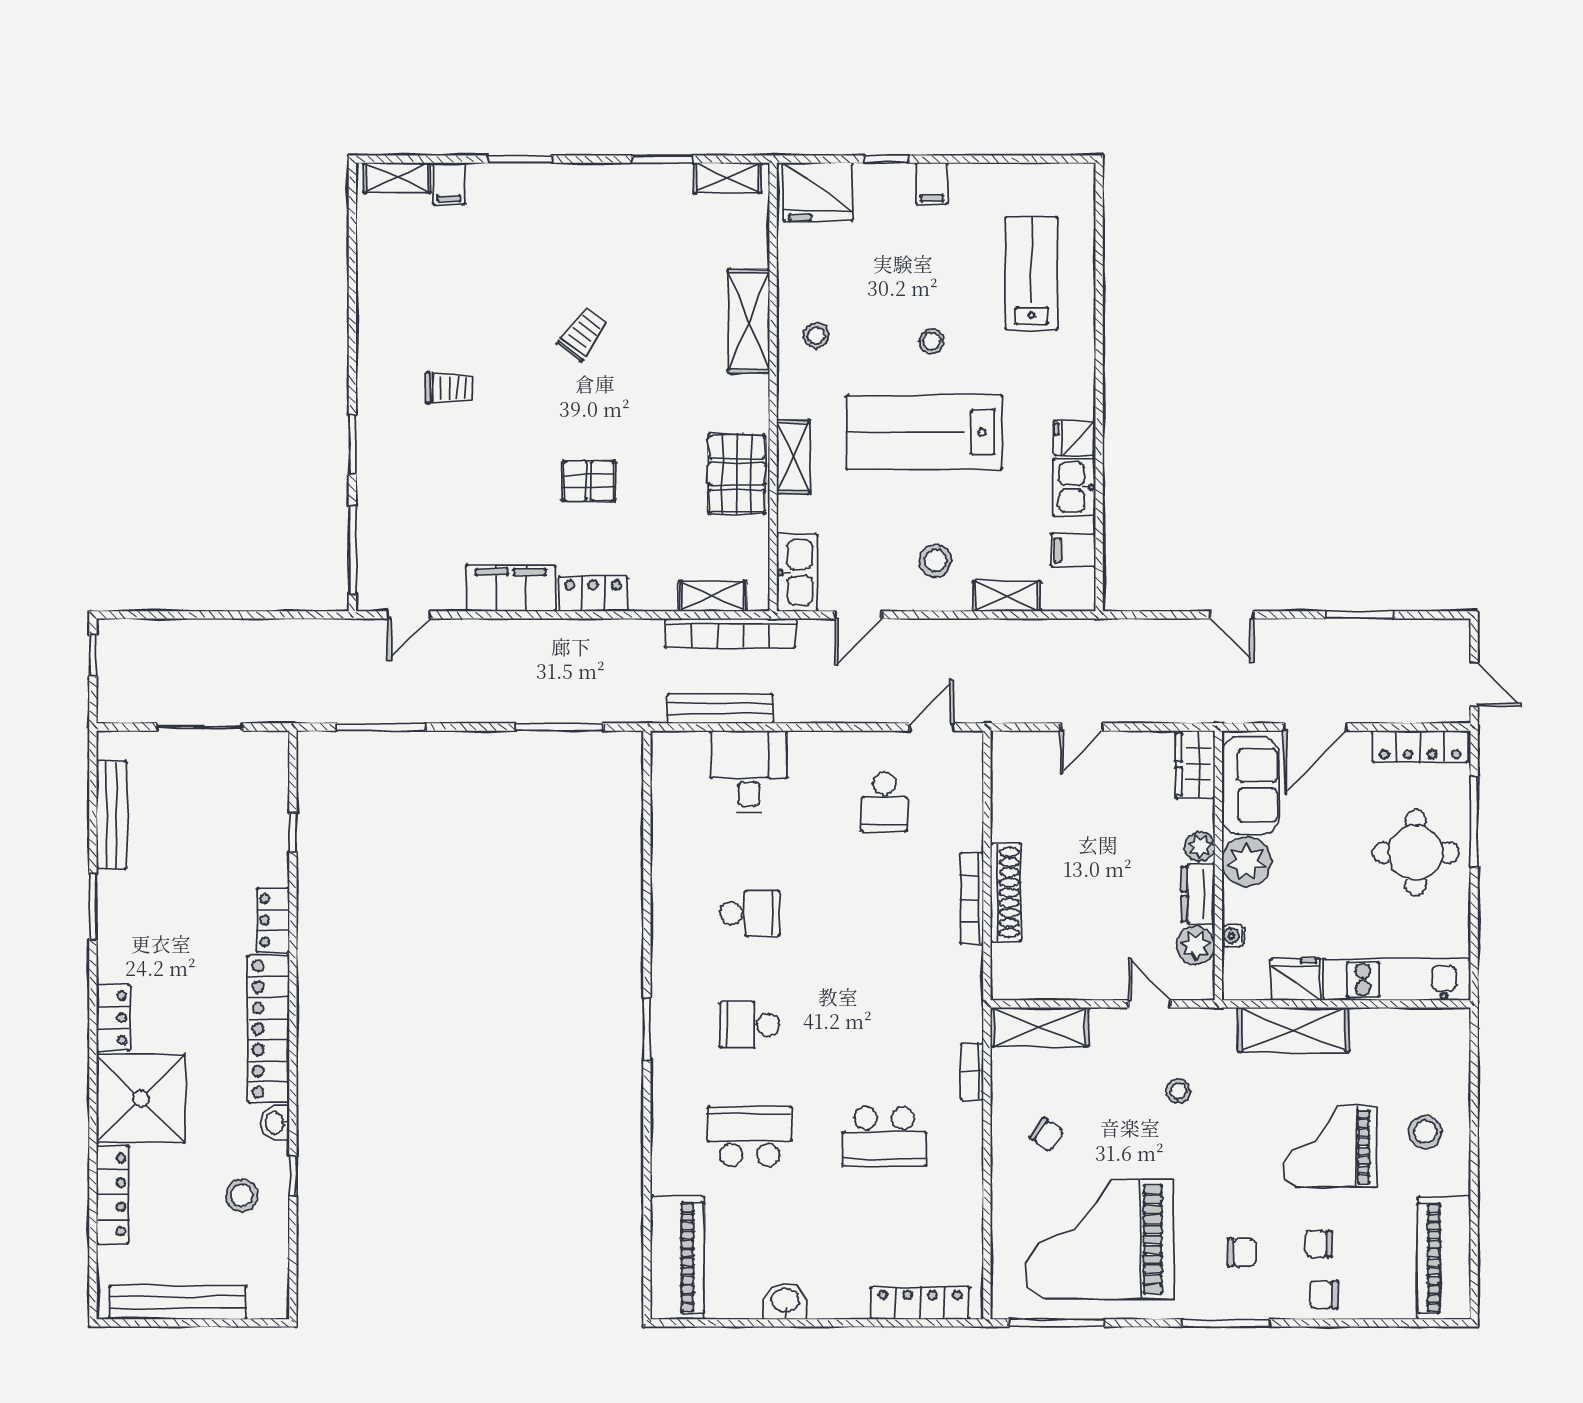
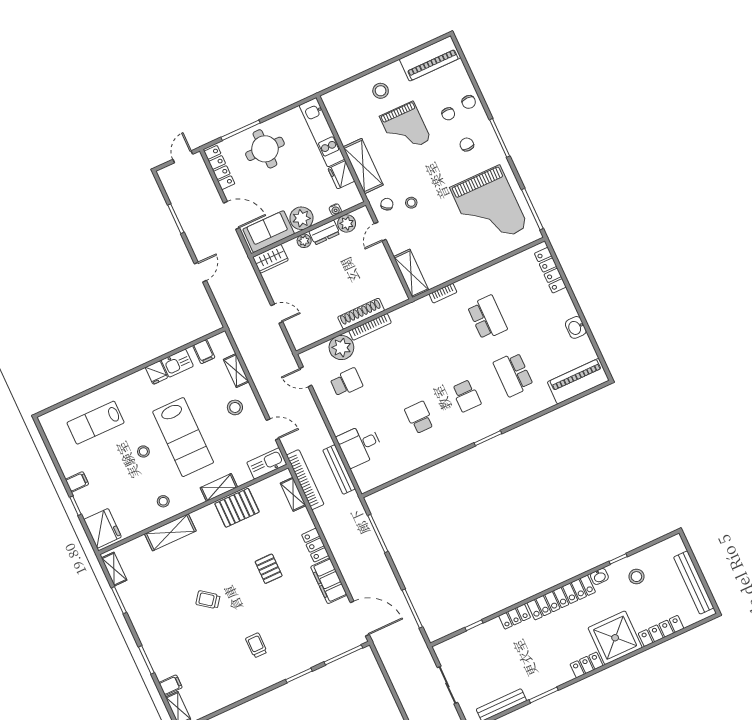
door: (409, 615) -> (360, 619), width x1.88
plant: (957, 823) -> (341, 348), added
chair: (1047, 1134) -> (387, 204), moved

